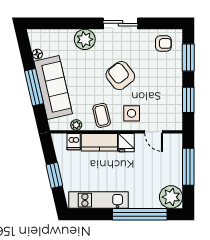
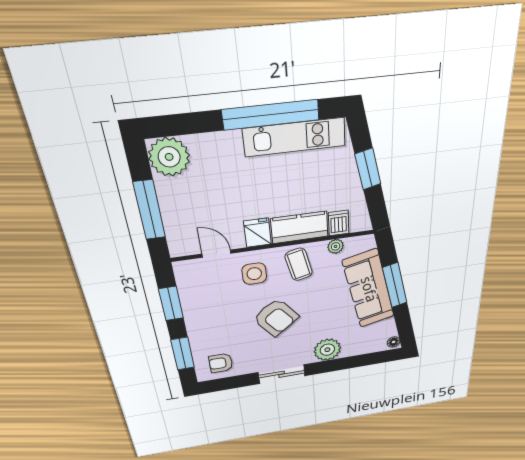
floor lamp: (37, 54) -> (394, 342), moved
window: (140, 214) -> (271, 115), moved

